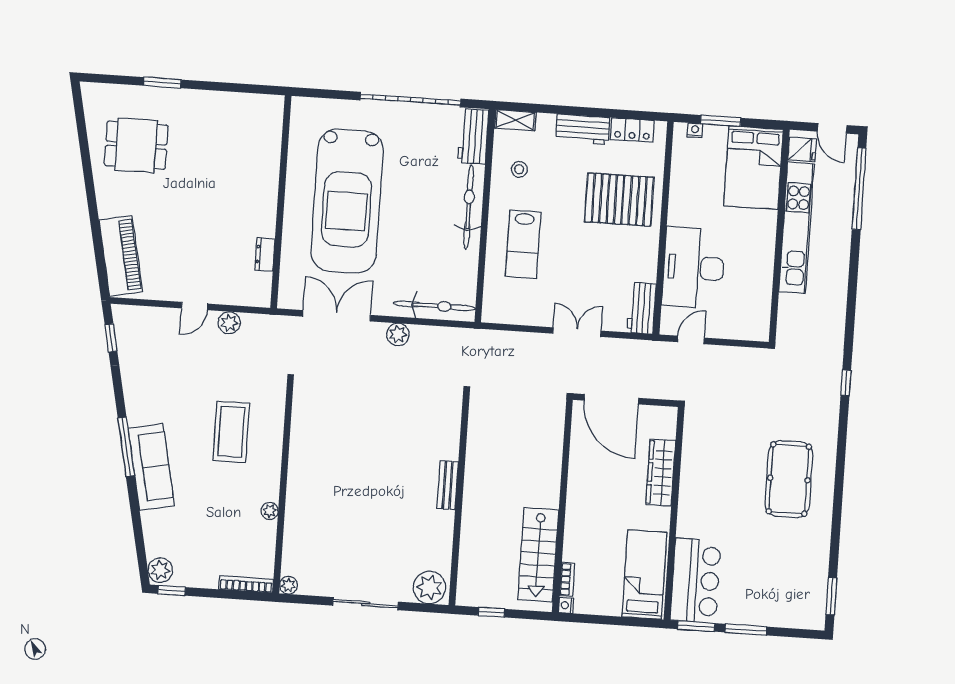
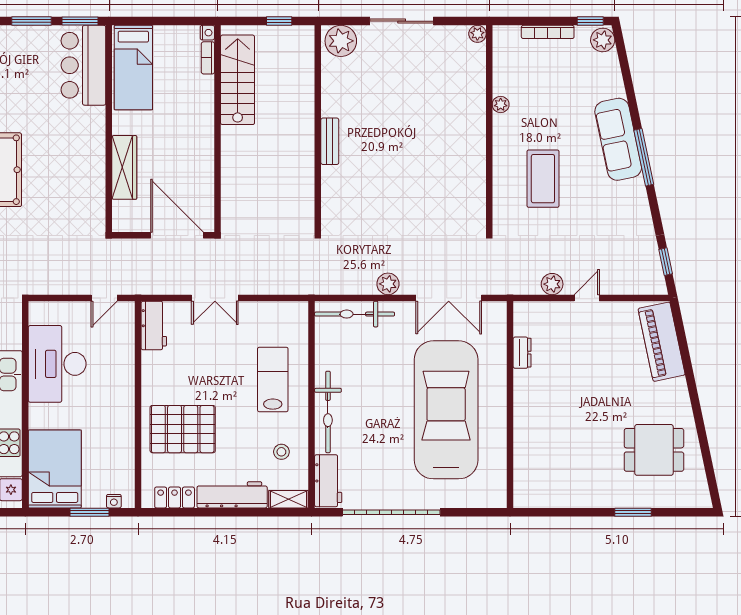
workbench: (583, 129) -> (232, 495), width x1.38
desk: (693, 268) -> (57, 364), moved, turned 180
bookcase: (246, 584) -> (548, 32), moved

